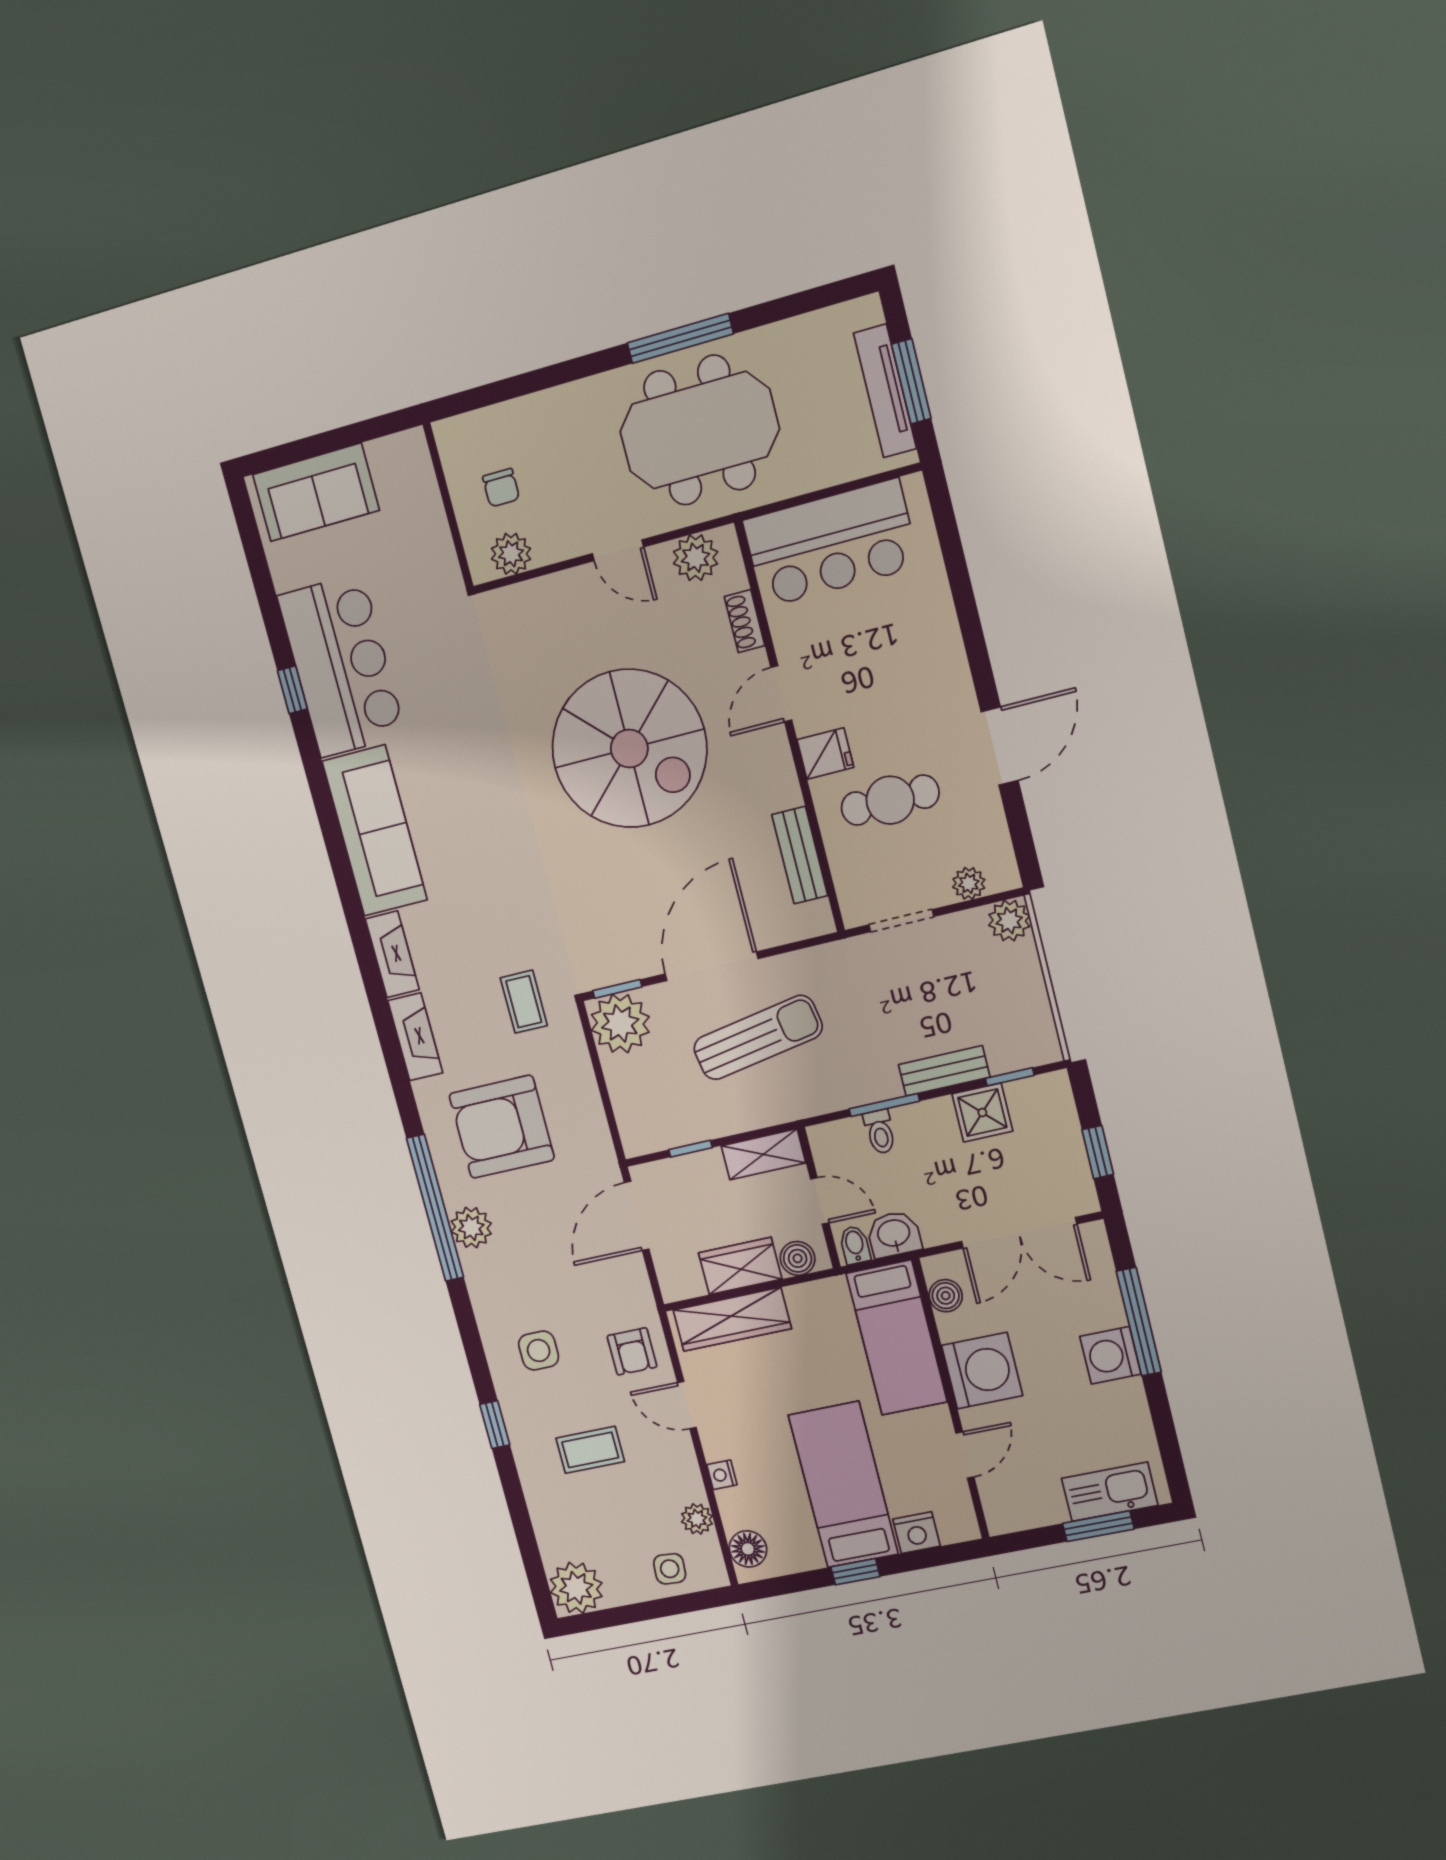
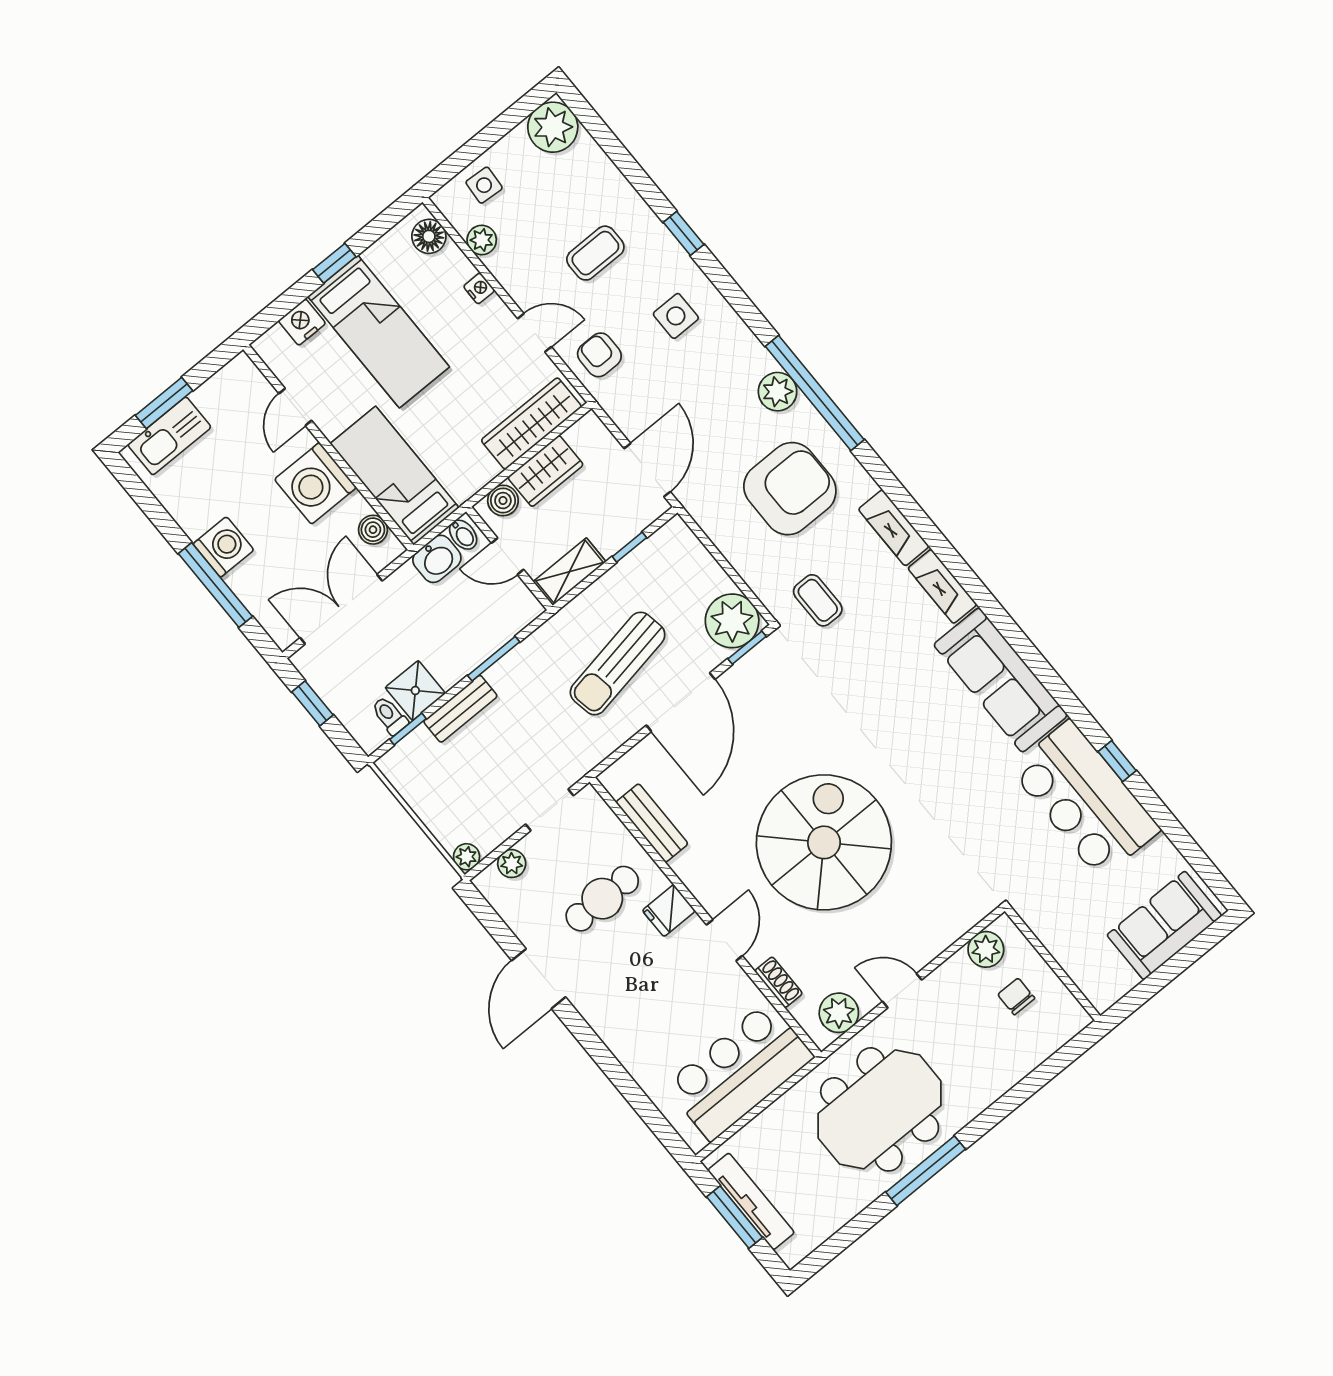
spiral stairs: (629, 749) -> (824, 842), turned 90
plant: (1009, 921) -> (467, 857), width x0.73, depth x0.73
toilet: (880, 1132) -> (390, 716), moved

